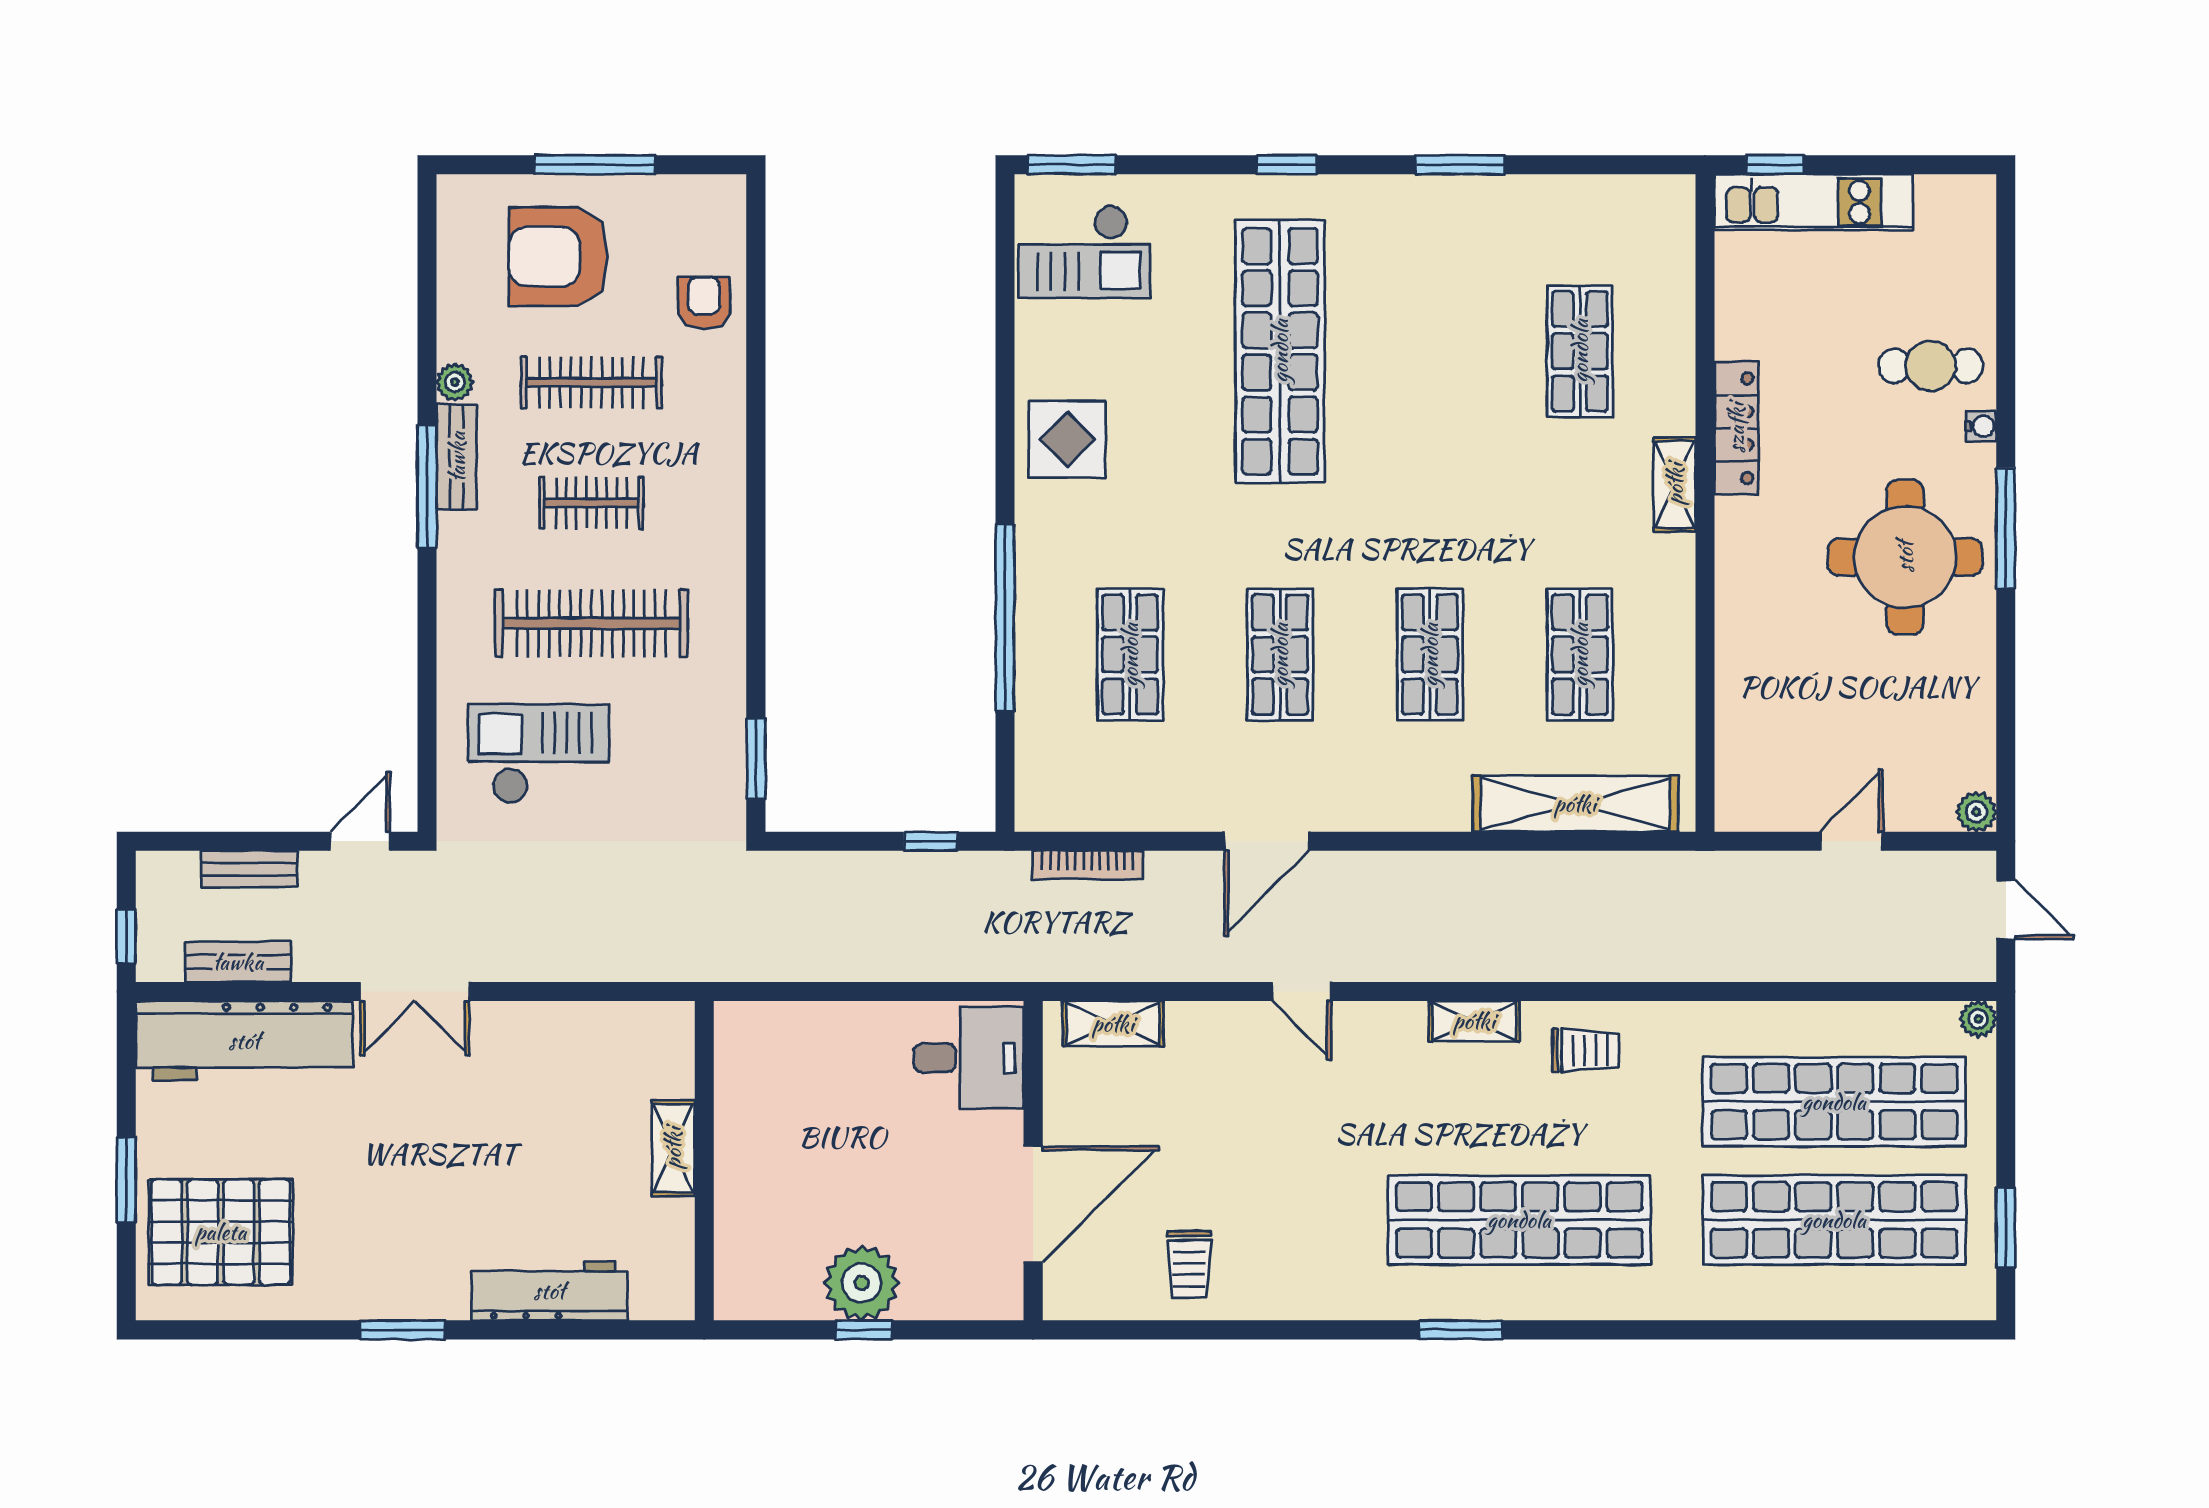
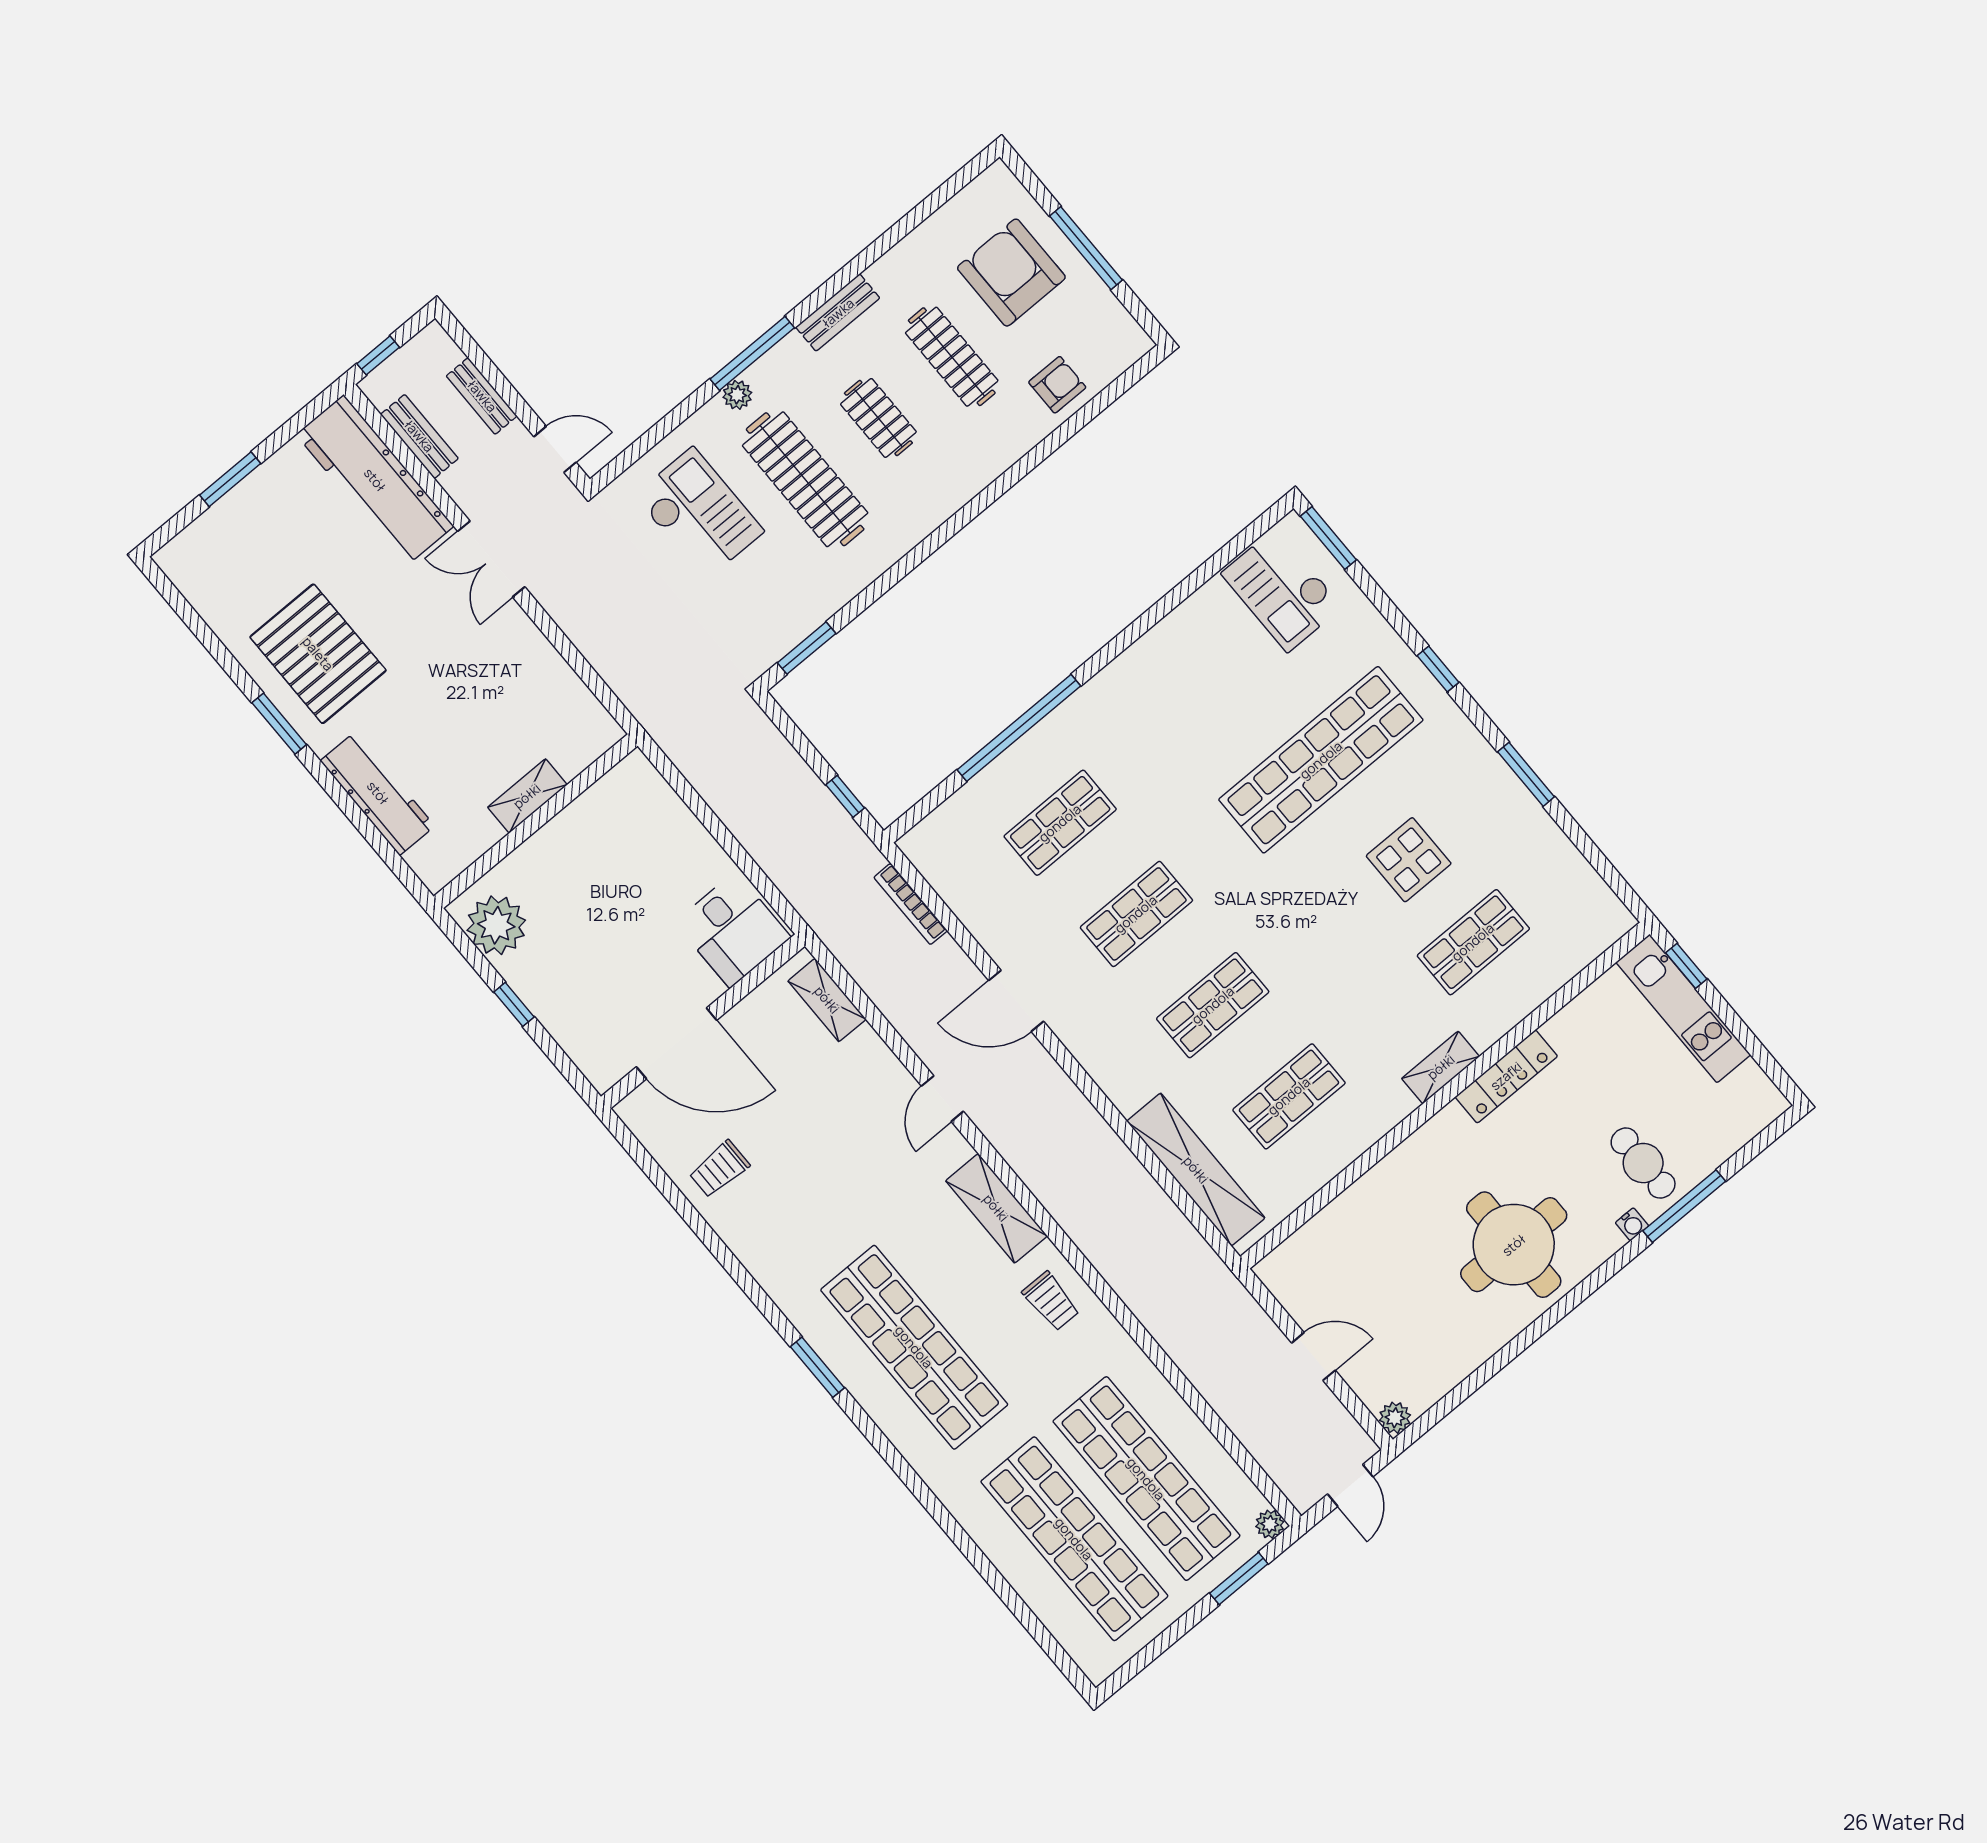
plant: (455, 382) -> (737, 395), moved
display table: (1067, 439) -> (1409, 860), moved
window: (427, 486) -> (752, 353), moved
window: (2006, 528) -> (1684, 1206), moved
shelving: (1474, 1021) -> (996, 1208), width x1.50, depth x1.33
window: (2006, 1228) -> (1239, 1579), moved
pallet: (221, 1232) -> (318, 654), moved
plant: (862, 1283) -> (496, 925), moved

